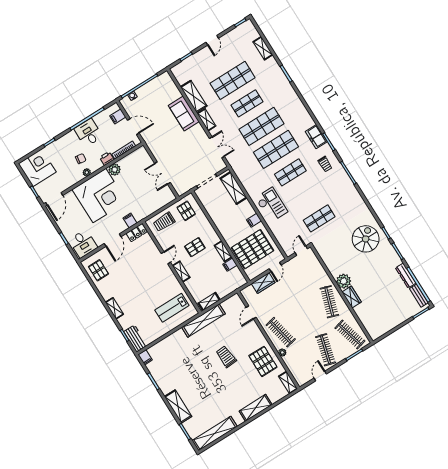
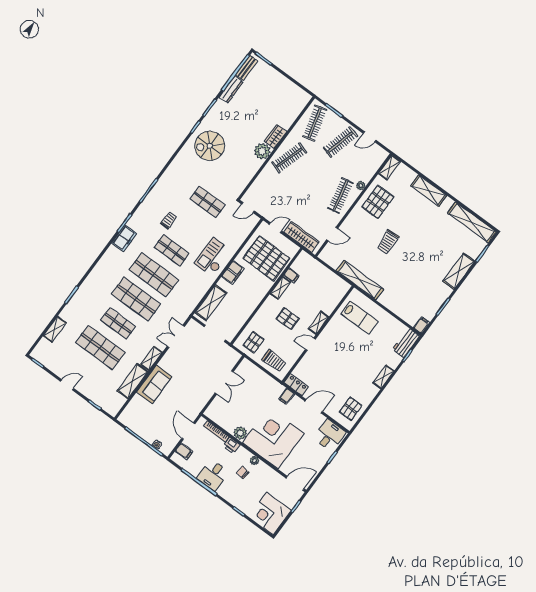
trolley: (325, 164) -> (169, 220), moved
filing cabinet: (254, 220) -> (233, 273), width x2.00
wardrobe: (263, 283) -> (301, 237), width x1.50
shelving: (209, 302) -> (338, 282), removed

